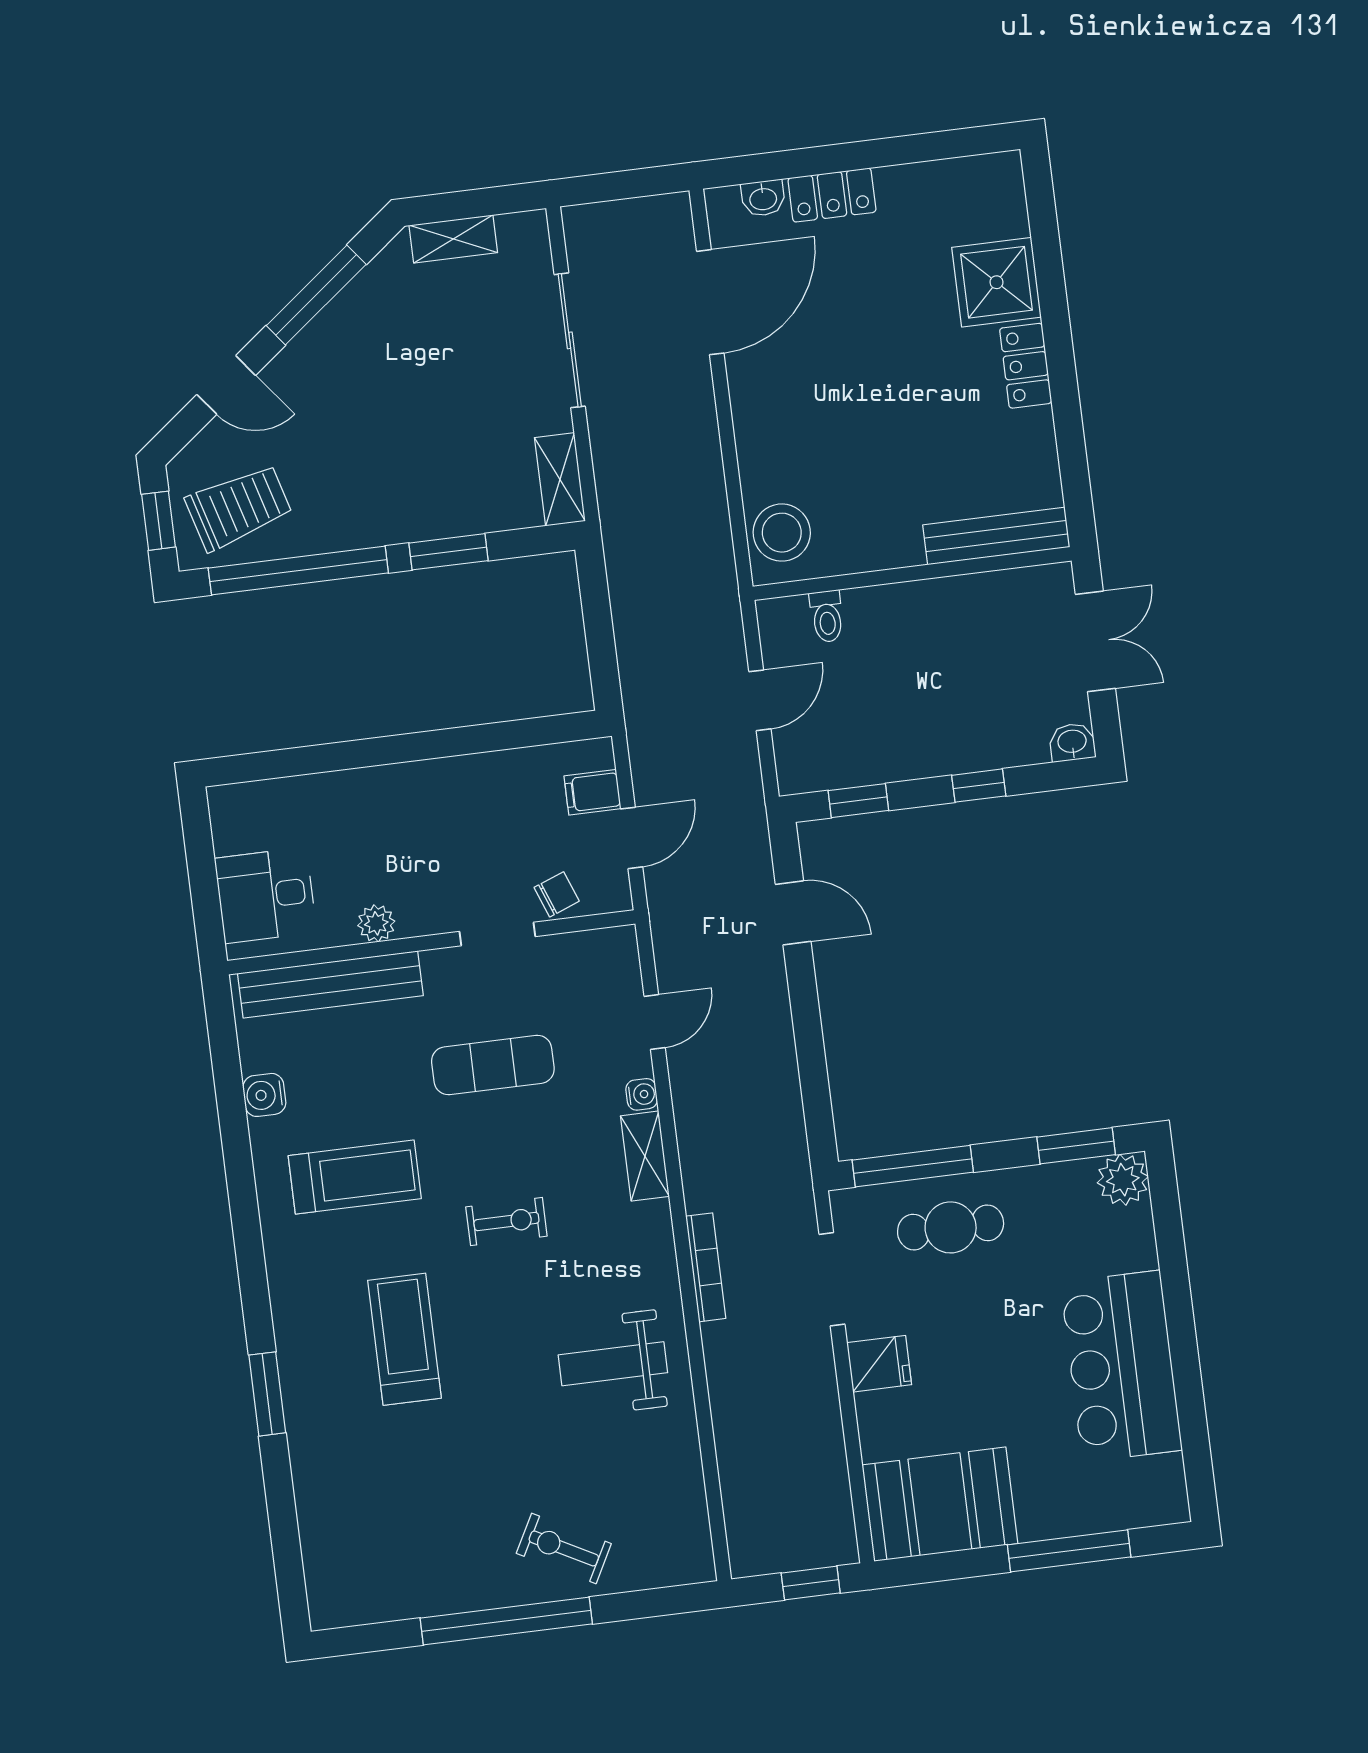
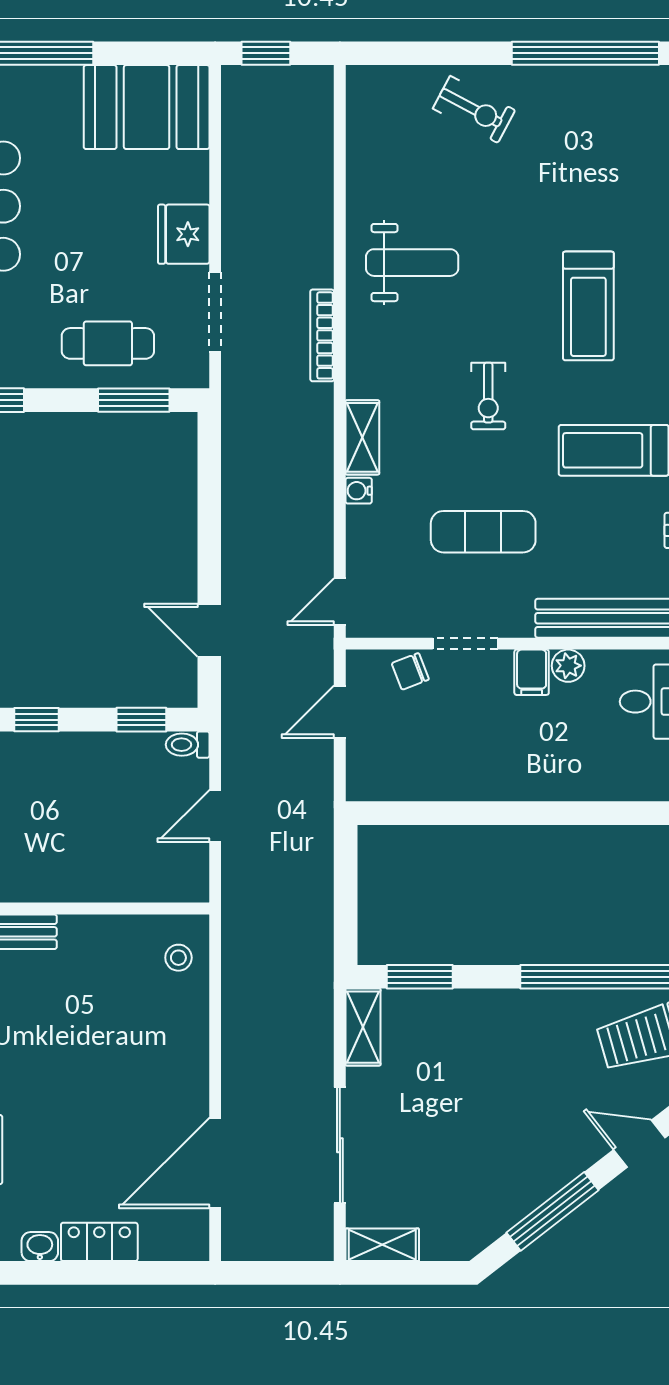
washbasin: (763, 198) -> (40, 1247), moved
shelving: (453, 239) -> (382, 1245), moved
stool: (782, 533) -> (178, 958), width x0.53, depth x0.53
window: (449, 552) -> (420, 977), moved
toilet: (827, 616) -> (188, 745), moved, turned -90
filing cabinet: (593, 792) -> (532, 672), moved, turned 90
door: (655, 1022) -> (340, 602), moved
window: (913, 1166) -> (134, 400), width x0.69
exercise bike: (506, 1221) -> (488, 396), turned -90
fridge: (879, 1364) -> (184, 234), width x1.38
window: (506, 1621) -> (585, 53), moved

